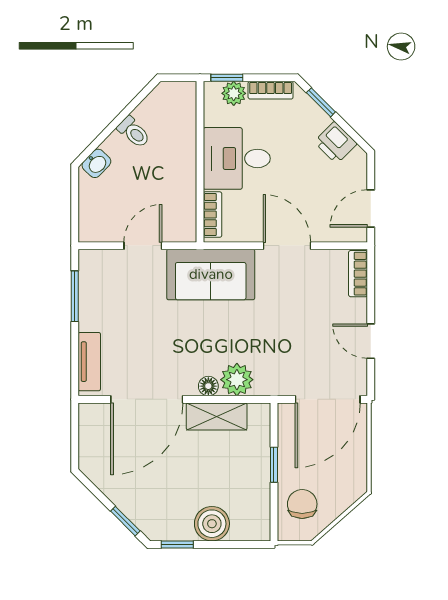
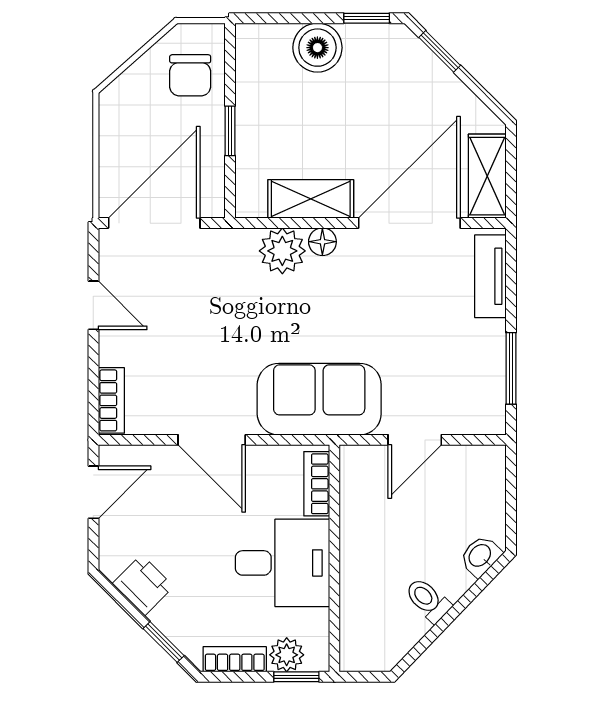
shelving: (92, 433) -> (487, 176), added

